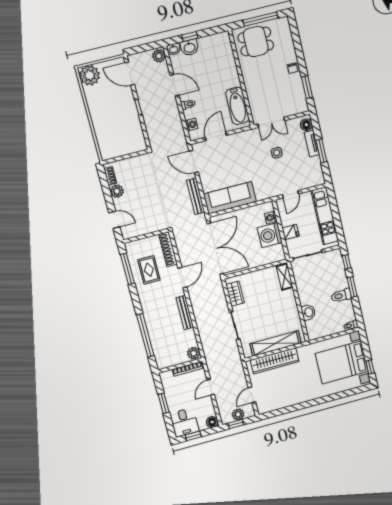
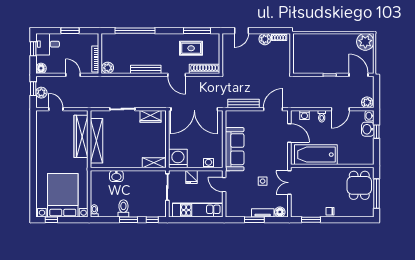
door: (130, 74) -> (358, 75), hinge flipped
bathtub: (237, 106) -> (316, 155), width x1.36, depth x1.36
sofa: (230, 198) -> (235, 149), moved
washing machine: (270, 235) -> (178, 158), moved

